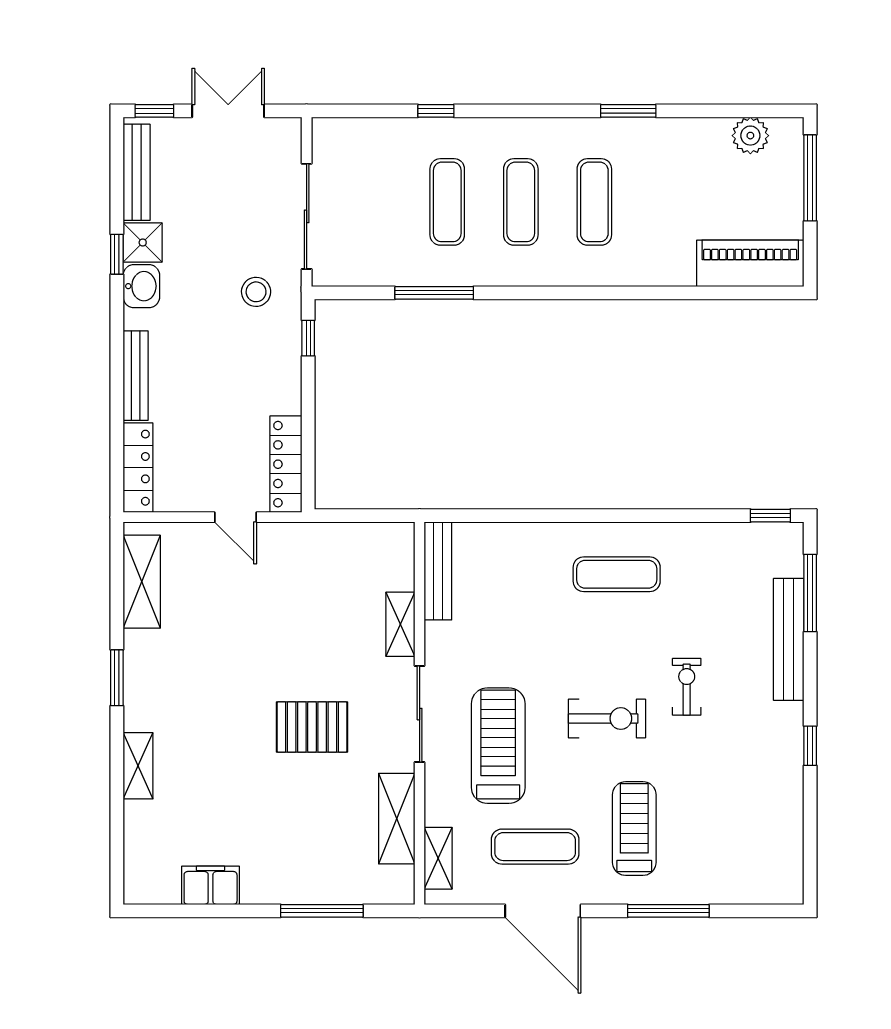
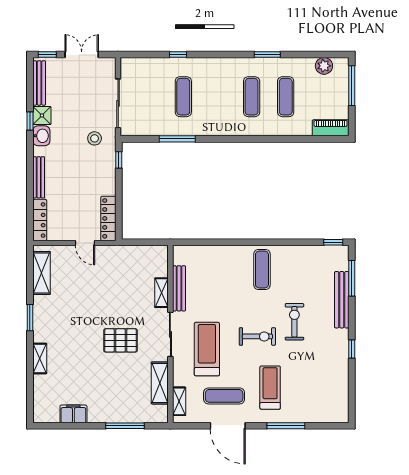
exercise mat: (521, 202) -> (286, 97), moved
piano: (750, 263) -> (331, 128), width x0.73, depth x0.75
bench: (438, 571) -> (179, 288), moved
exercise mat: (617, 574) -> (262, 270), turned 90
exercise bike: (687, 687) -> (294, 322), width x1.38, depth x1.39

